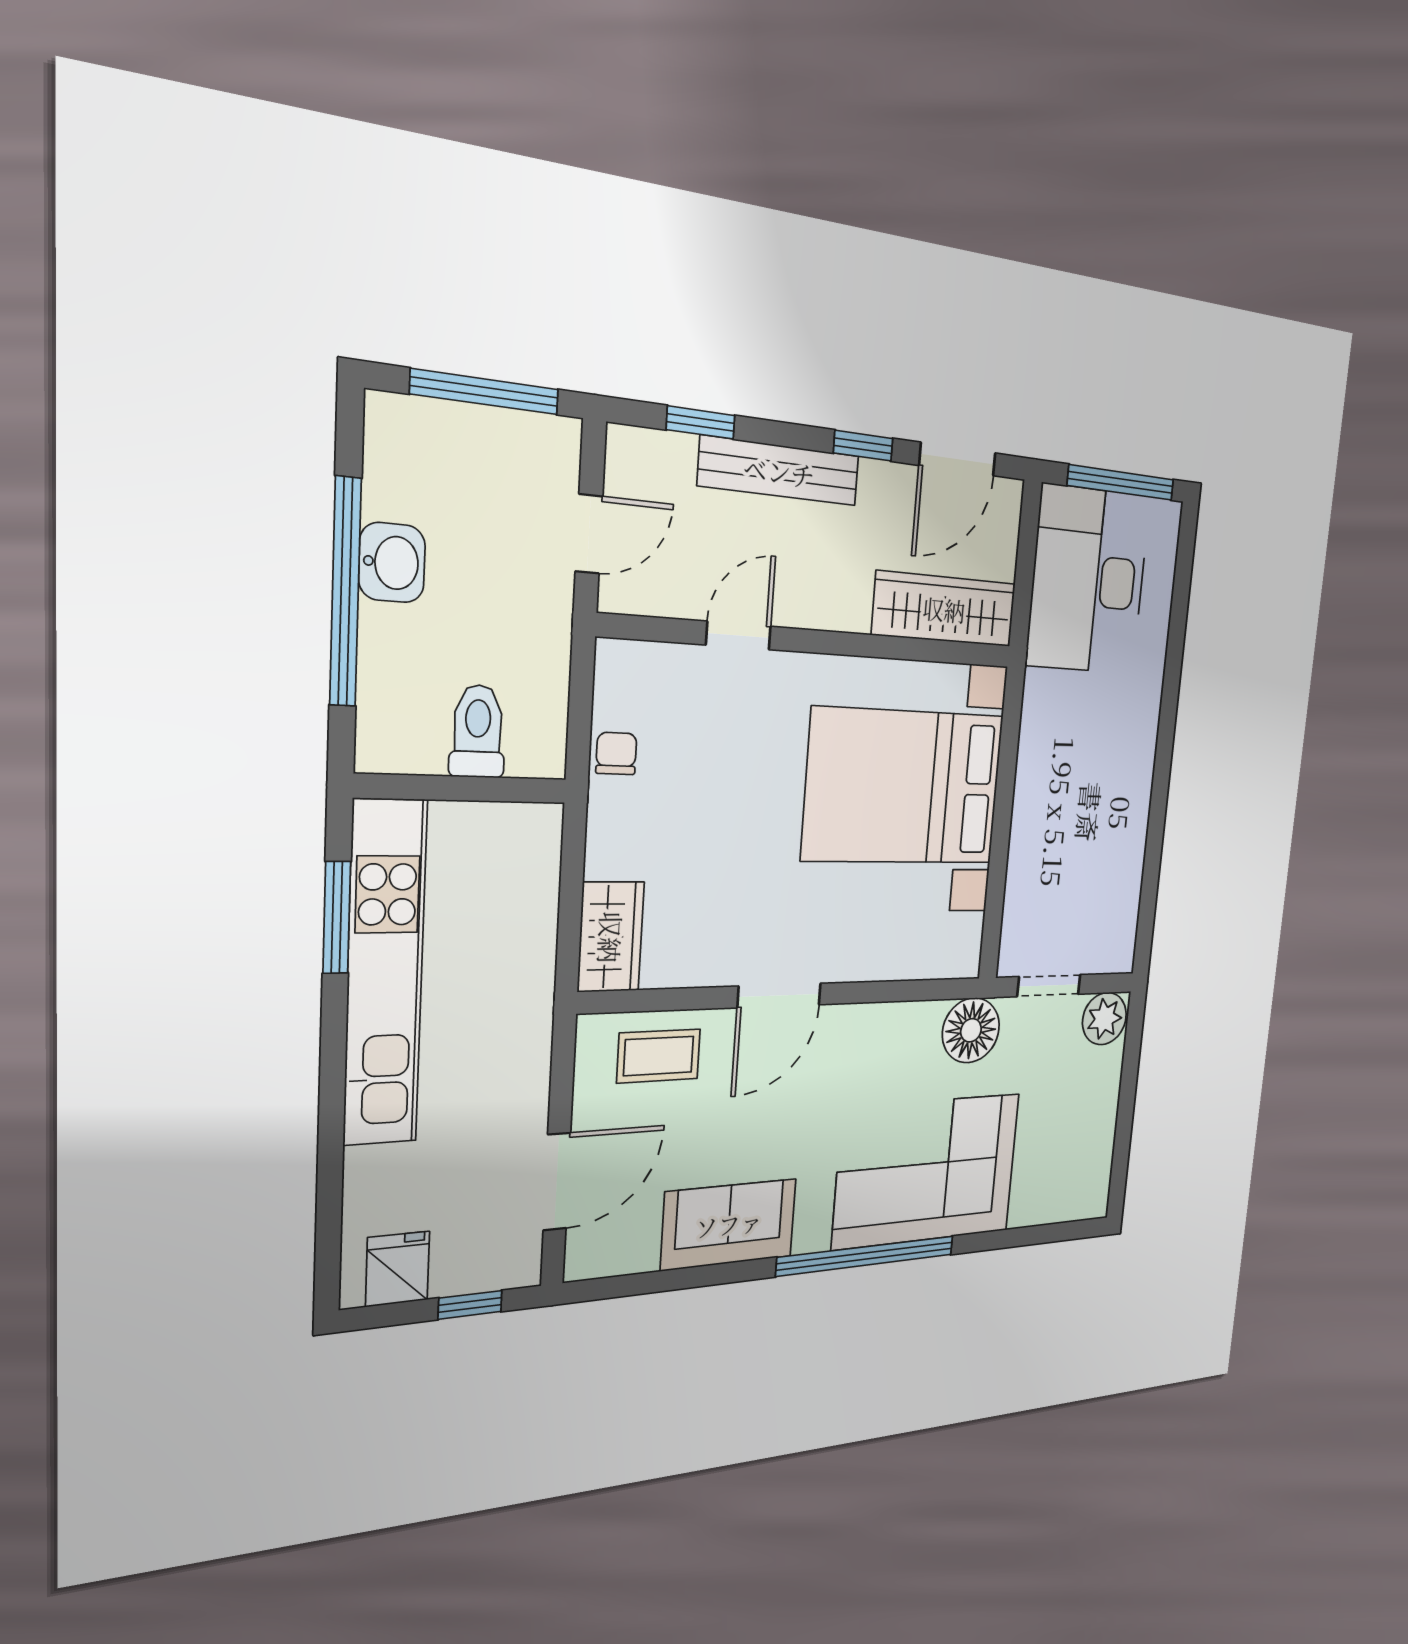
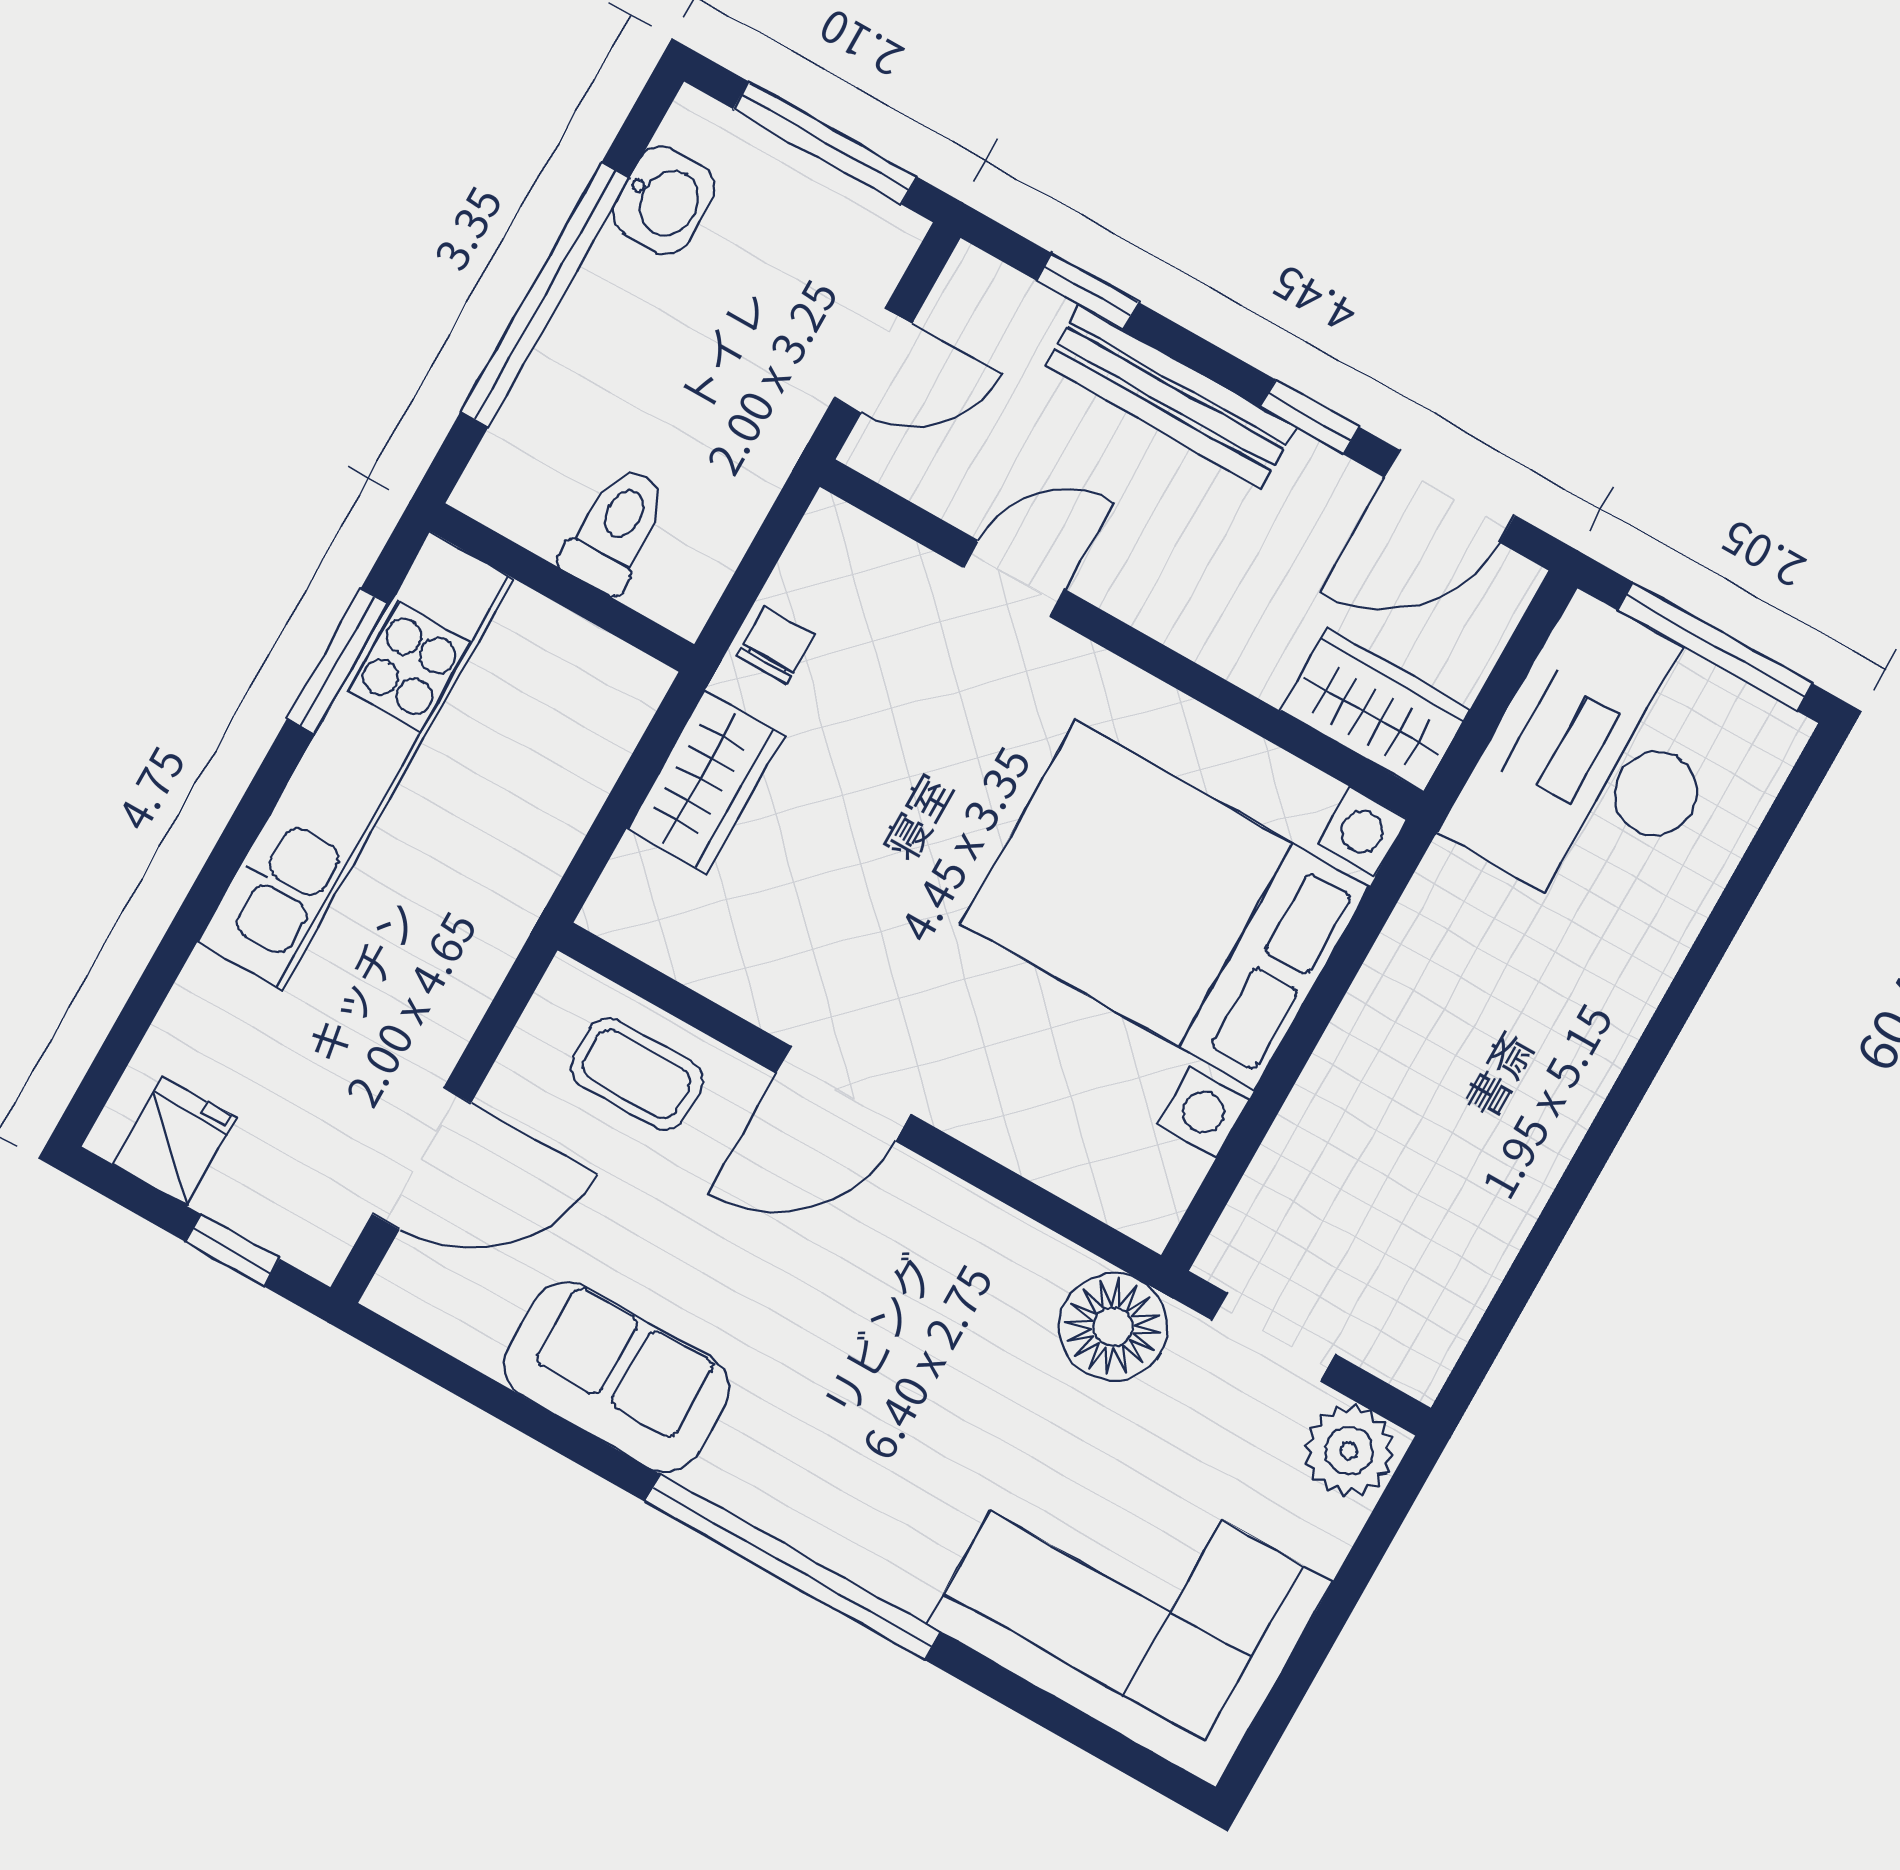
washbasin: (392, 563) -> (664, 200), moved
wardrobe: (944, 609) -> (1375, 710), width x0.67
wardrobe: (611, 937) -> (706, 782), moved
corner sofa: (927, 1171) -> (1129, 1603), moved

